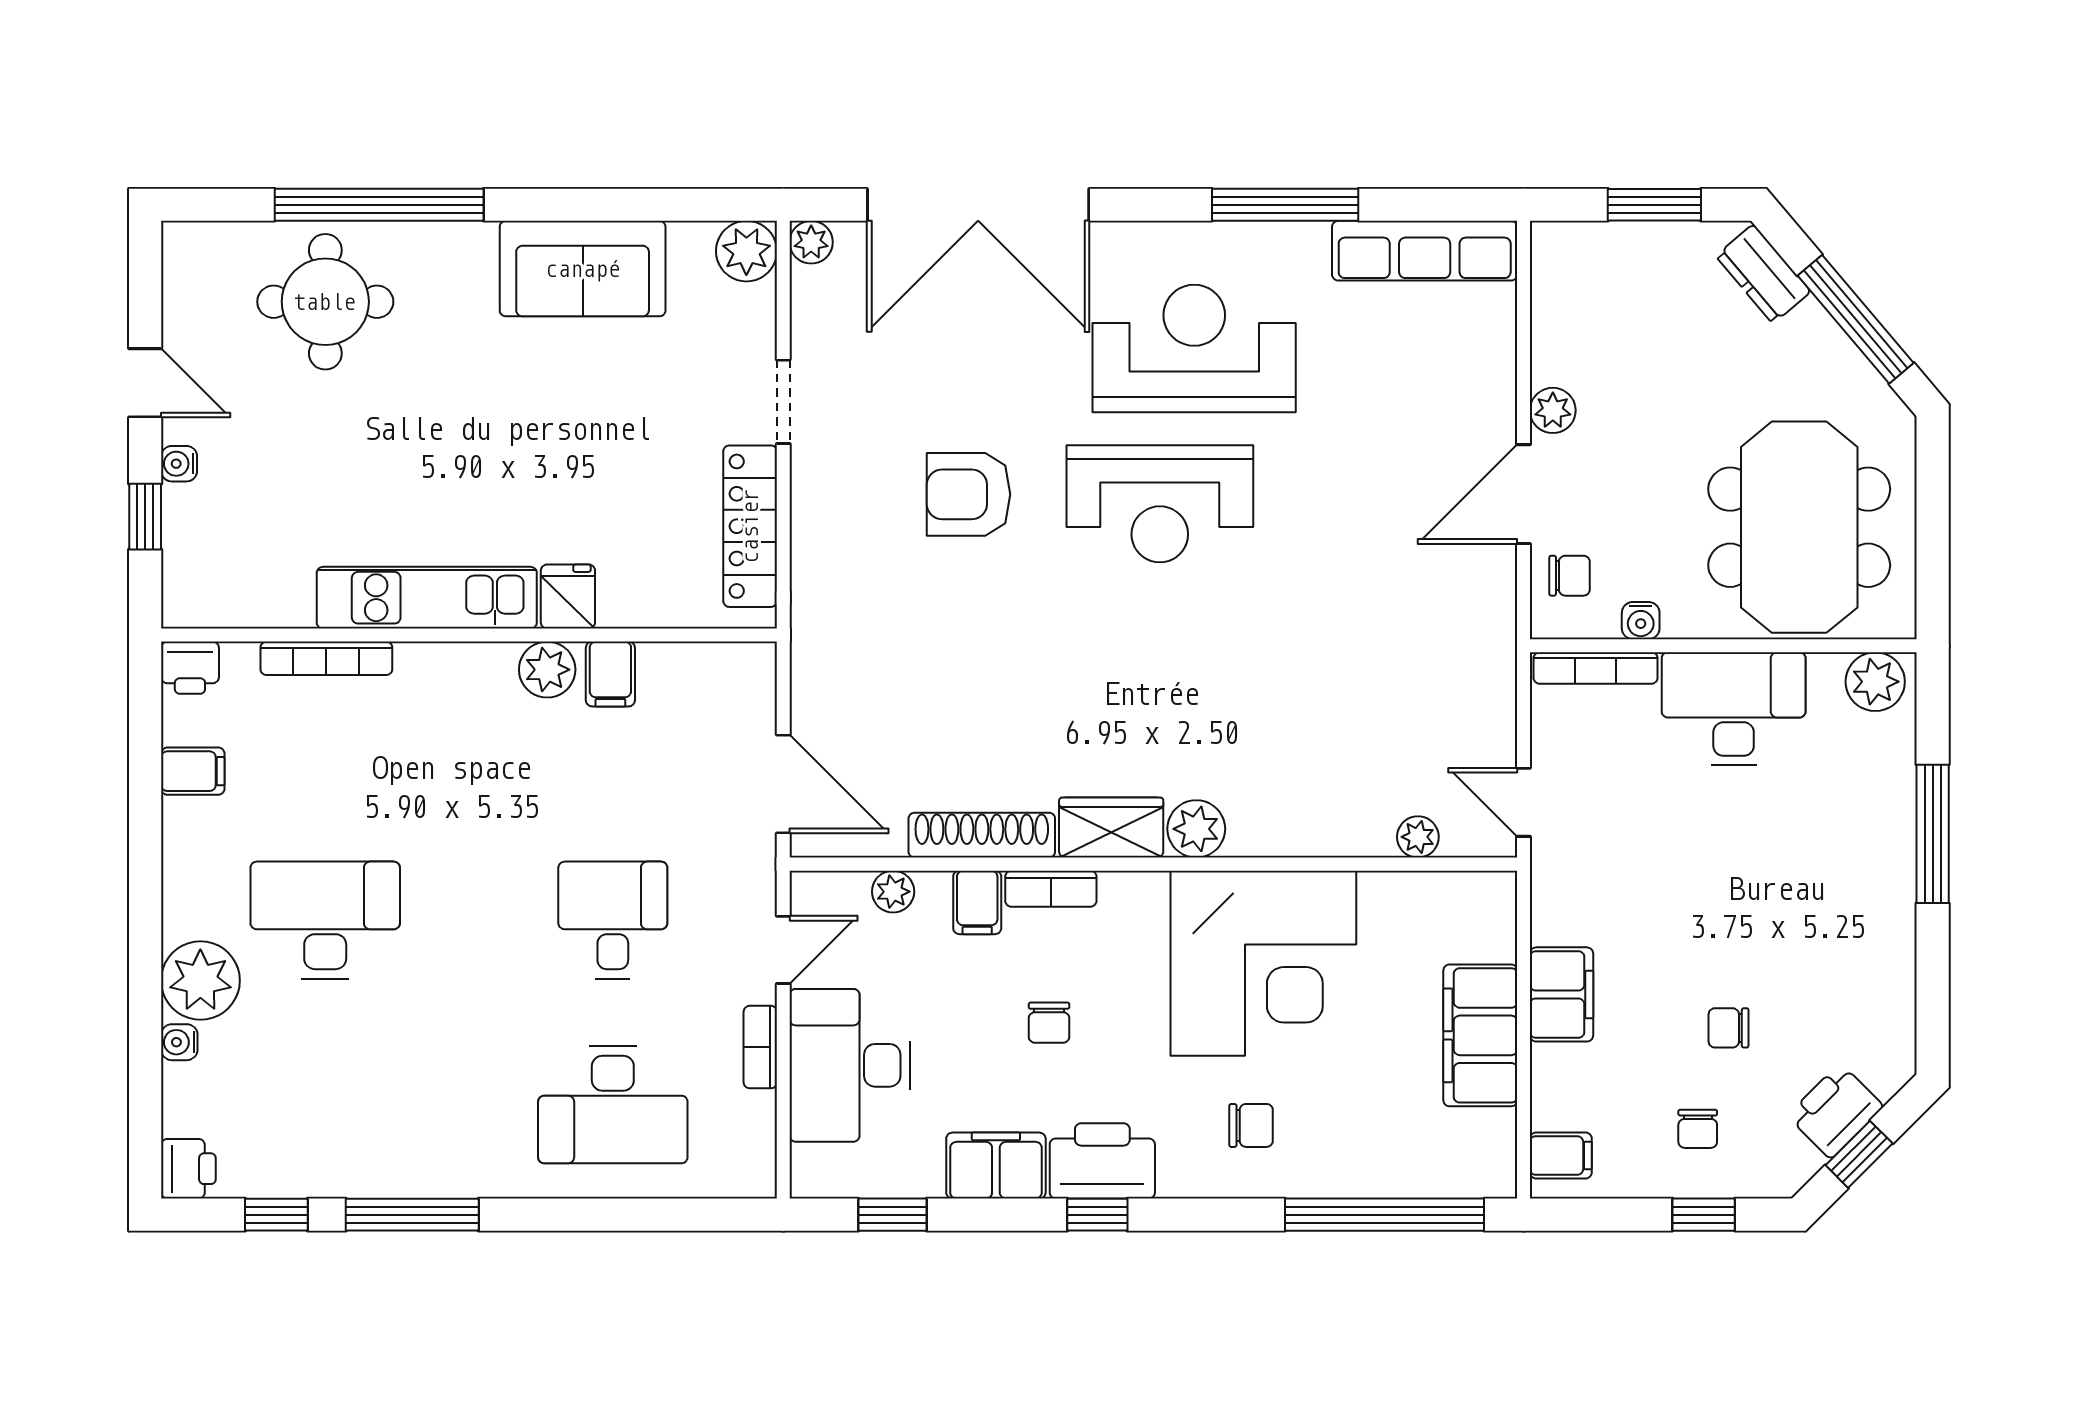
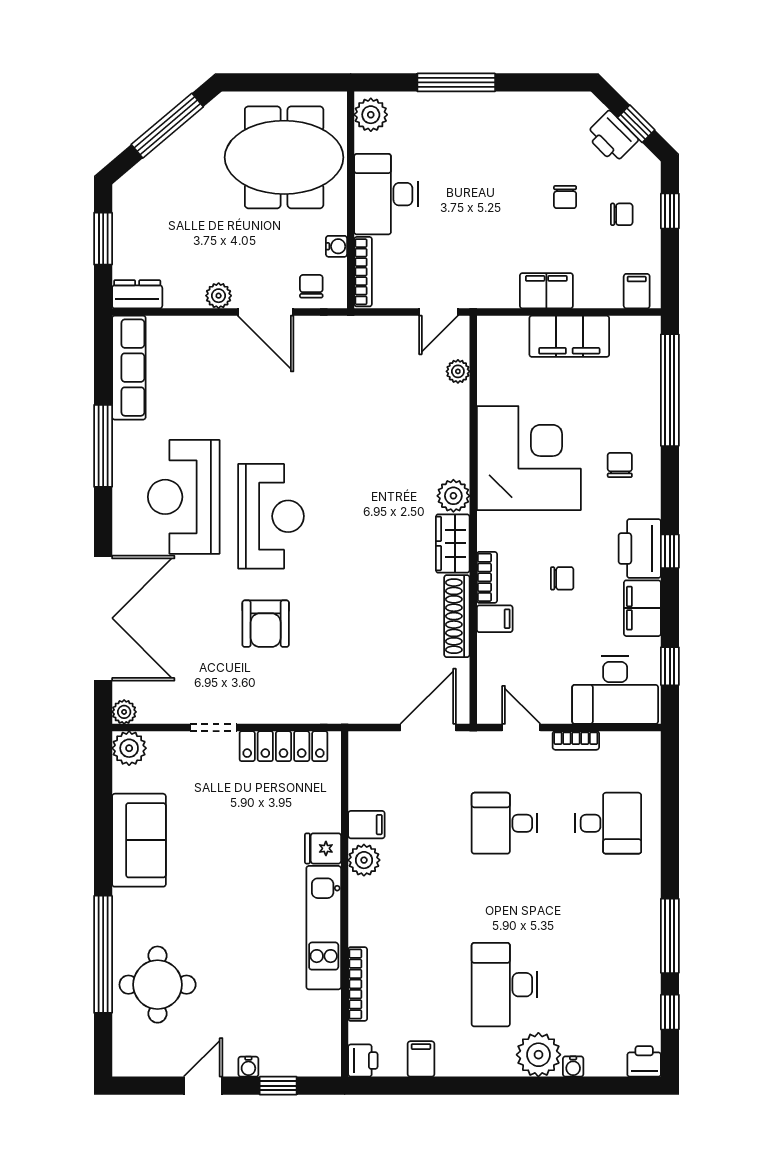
dresser: (1763, 274) -> (137, 294), moved, turned -140
plant: (893, 892) -> (489, 666), removed
desk: (850, 1065) -> (615, 690), moved
desk: (613, 1105) -> (608, 823), width x0.73

